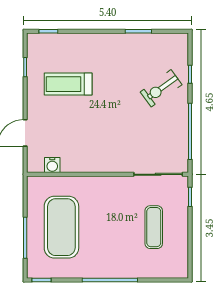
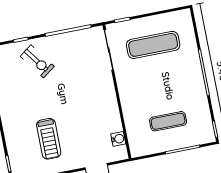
exercise mat: (61, 227) -> (168, 121), width x0.50, depth x0.69
exercise mat: (154, 227) -> (153, 45), width x1.36, depth x1.45

